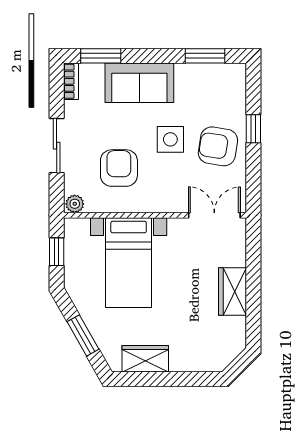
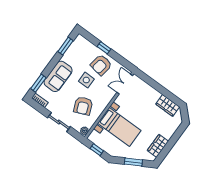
armchair: (119, 168) -> (83, 106), turned -113
wardrobe: (233, 292) -> (168, 105), moved

